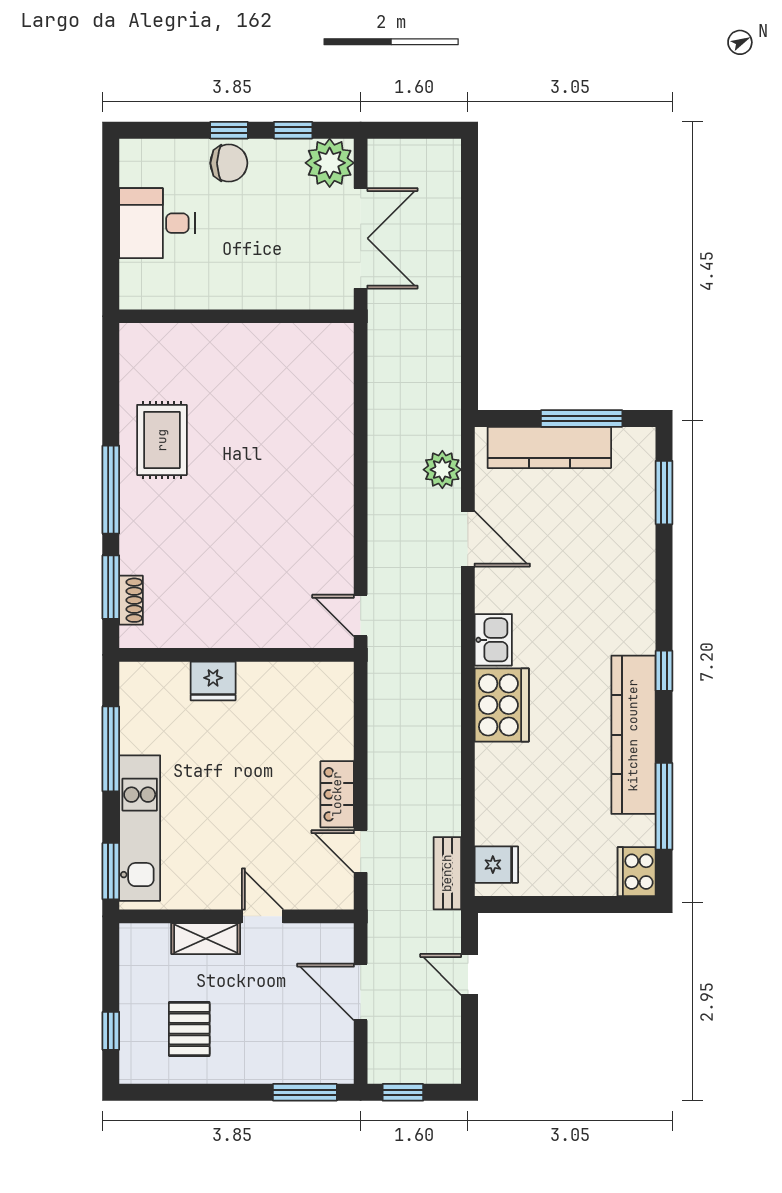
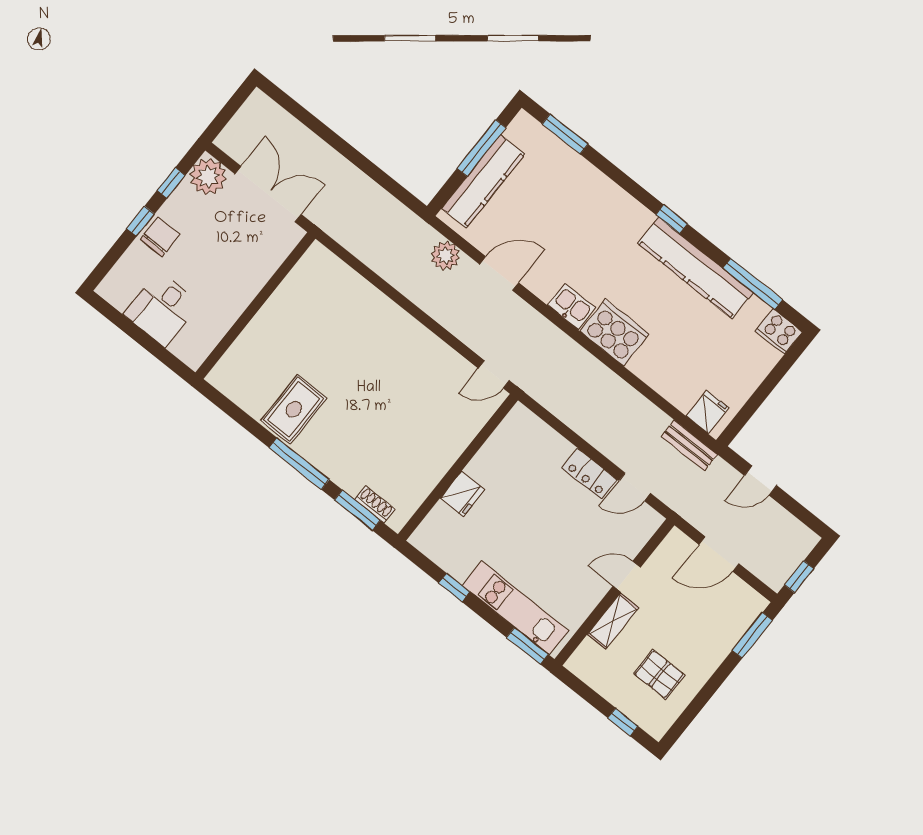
rug: (162, 440) -> (294, 409), turned 90
window: (111, 749) -> (454, 587), width x0.46

